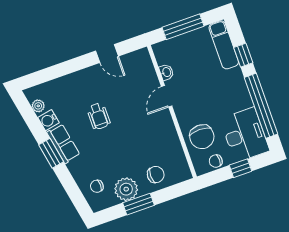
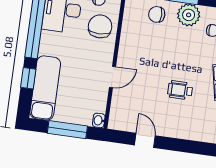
exam couch: (224, 45) -> (45, 88), width x1.36, depth x1.45
washbasin: (166, 72) -> (99, 120), moved
wheelchair: (98, 116) -> (180, 90), turned -90

